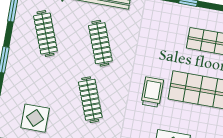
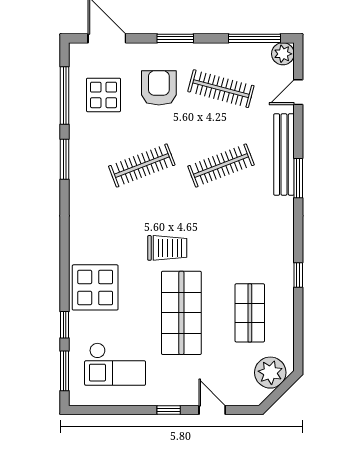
clothes rail: (45, 33) -> (221, 89), turned 36
armchair: (37, 78) -> (159, 88), added

